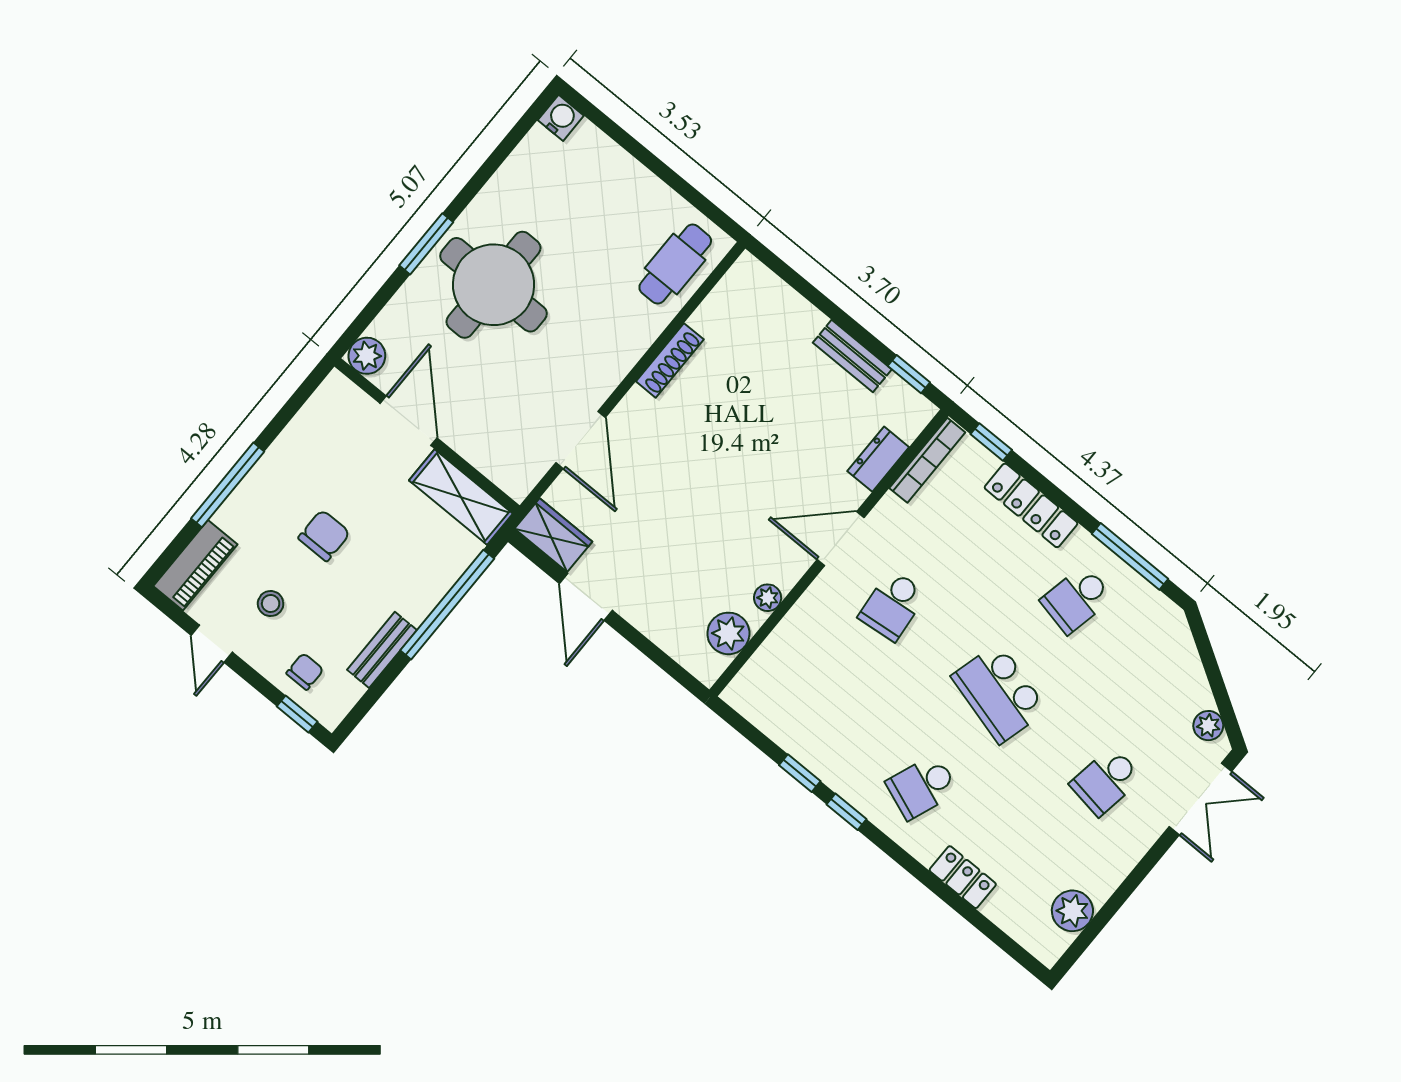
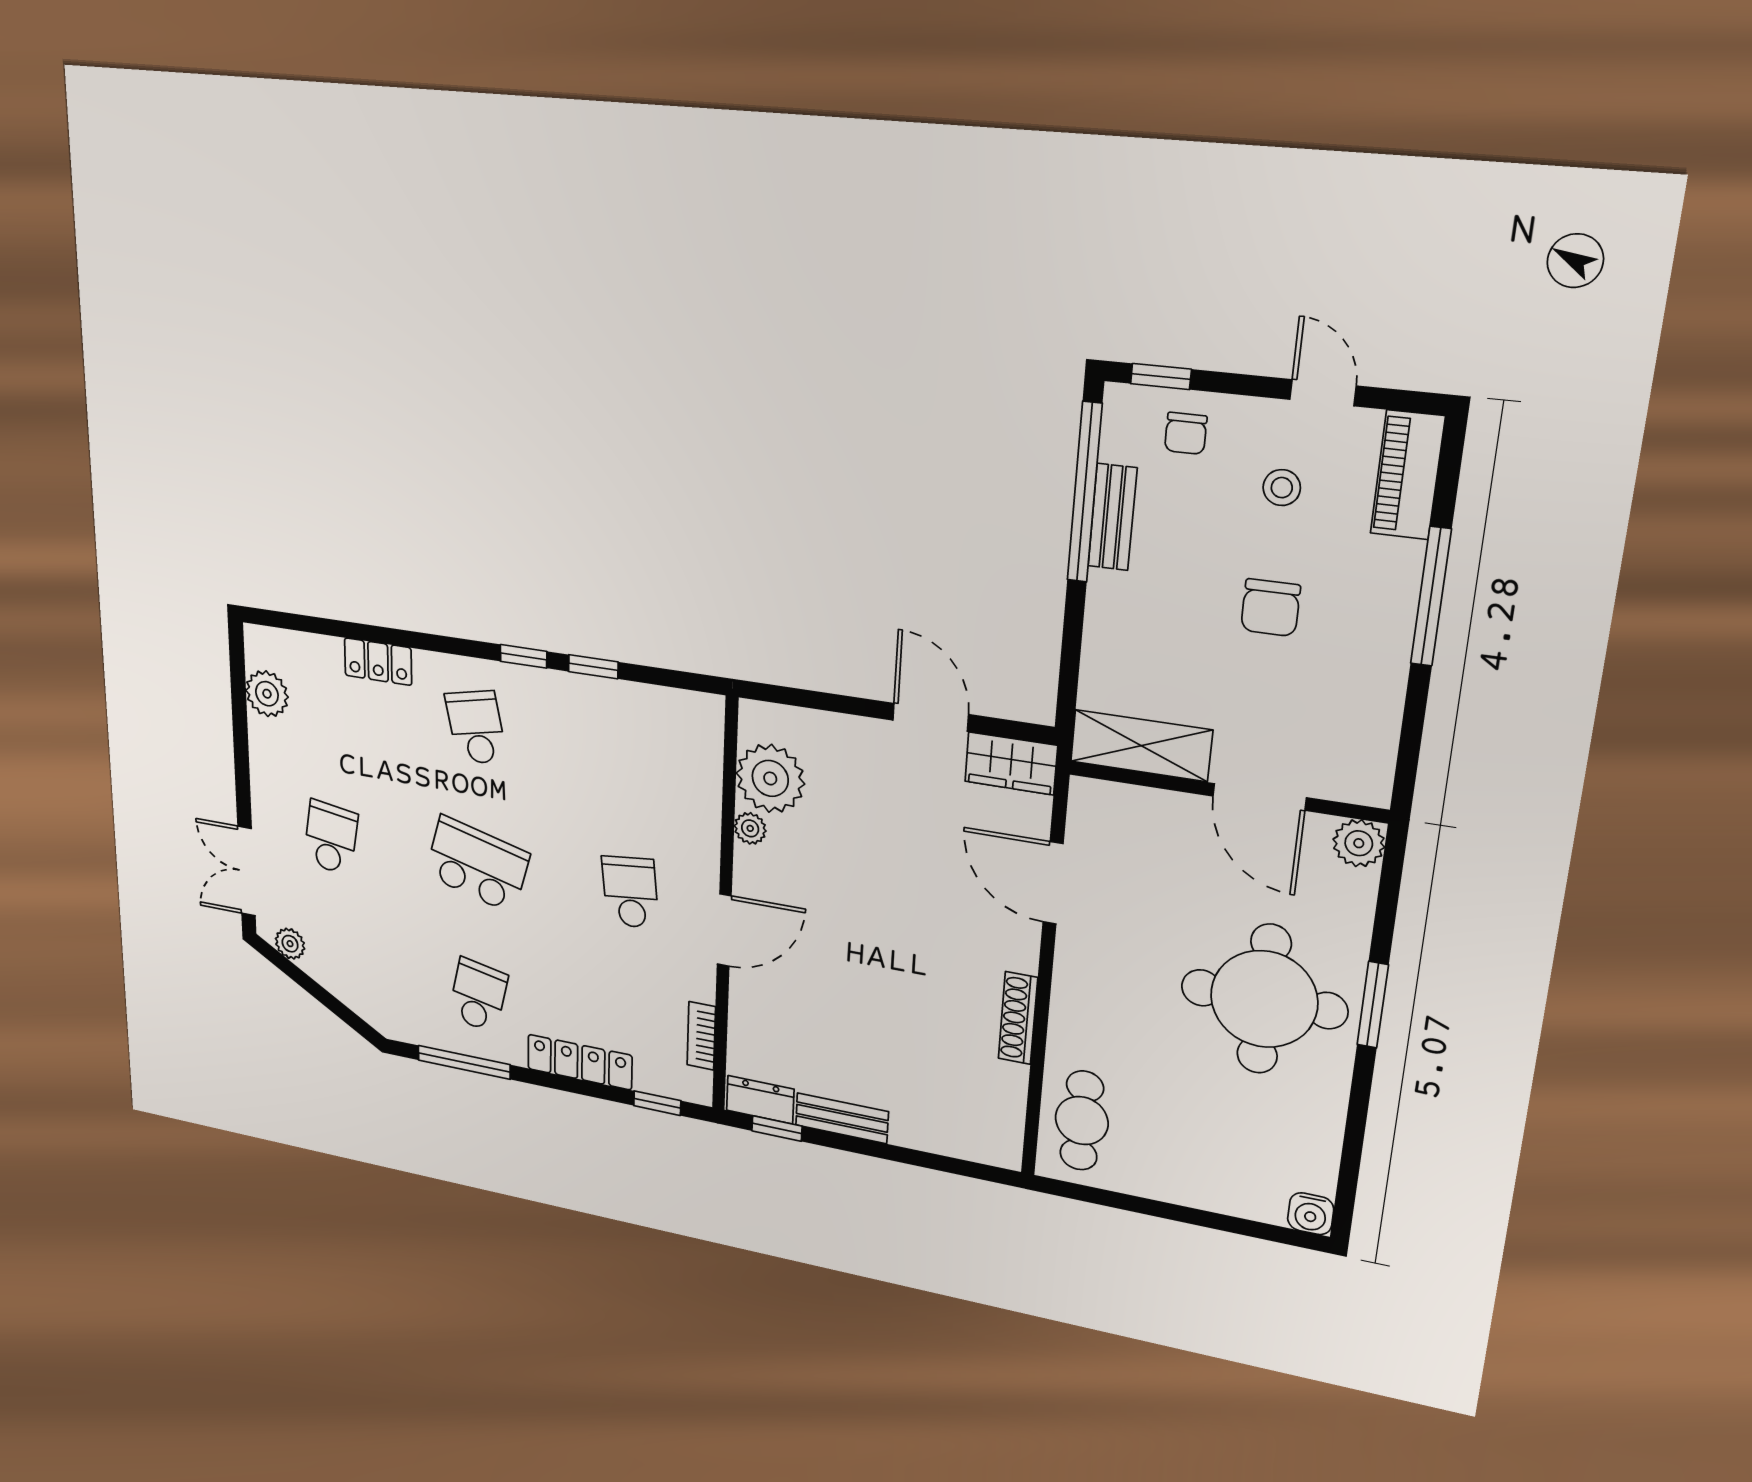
dresser: (878, 459) -> (760, 1100), moved, turned -90
bookcase: (927, 460) -> (701, 1036), width x0.64
window: (447, 605) -> (1085, 493), moved
plant: (728, 633) -> (770, 778), width x1.36, depth x1.36
school desk: (922, 787) -> (476, 727), turned -33

